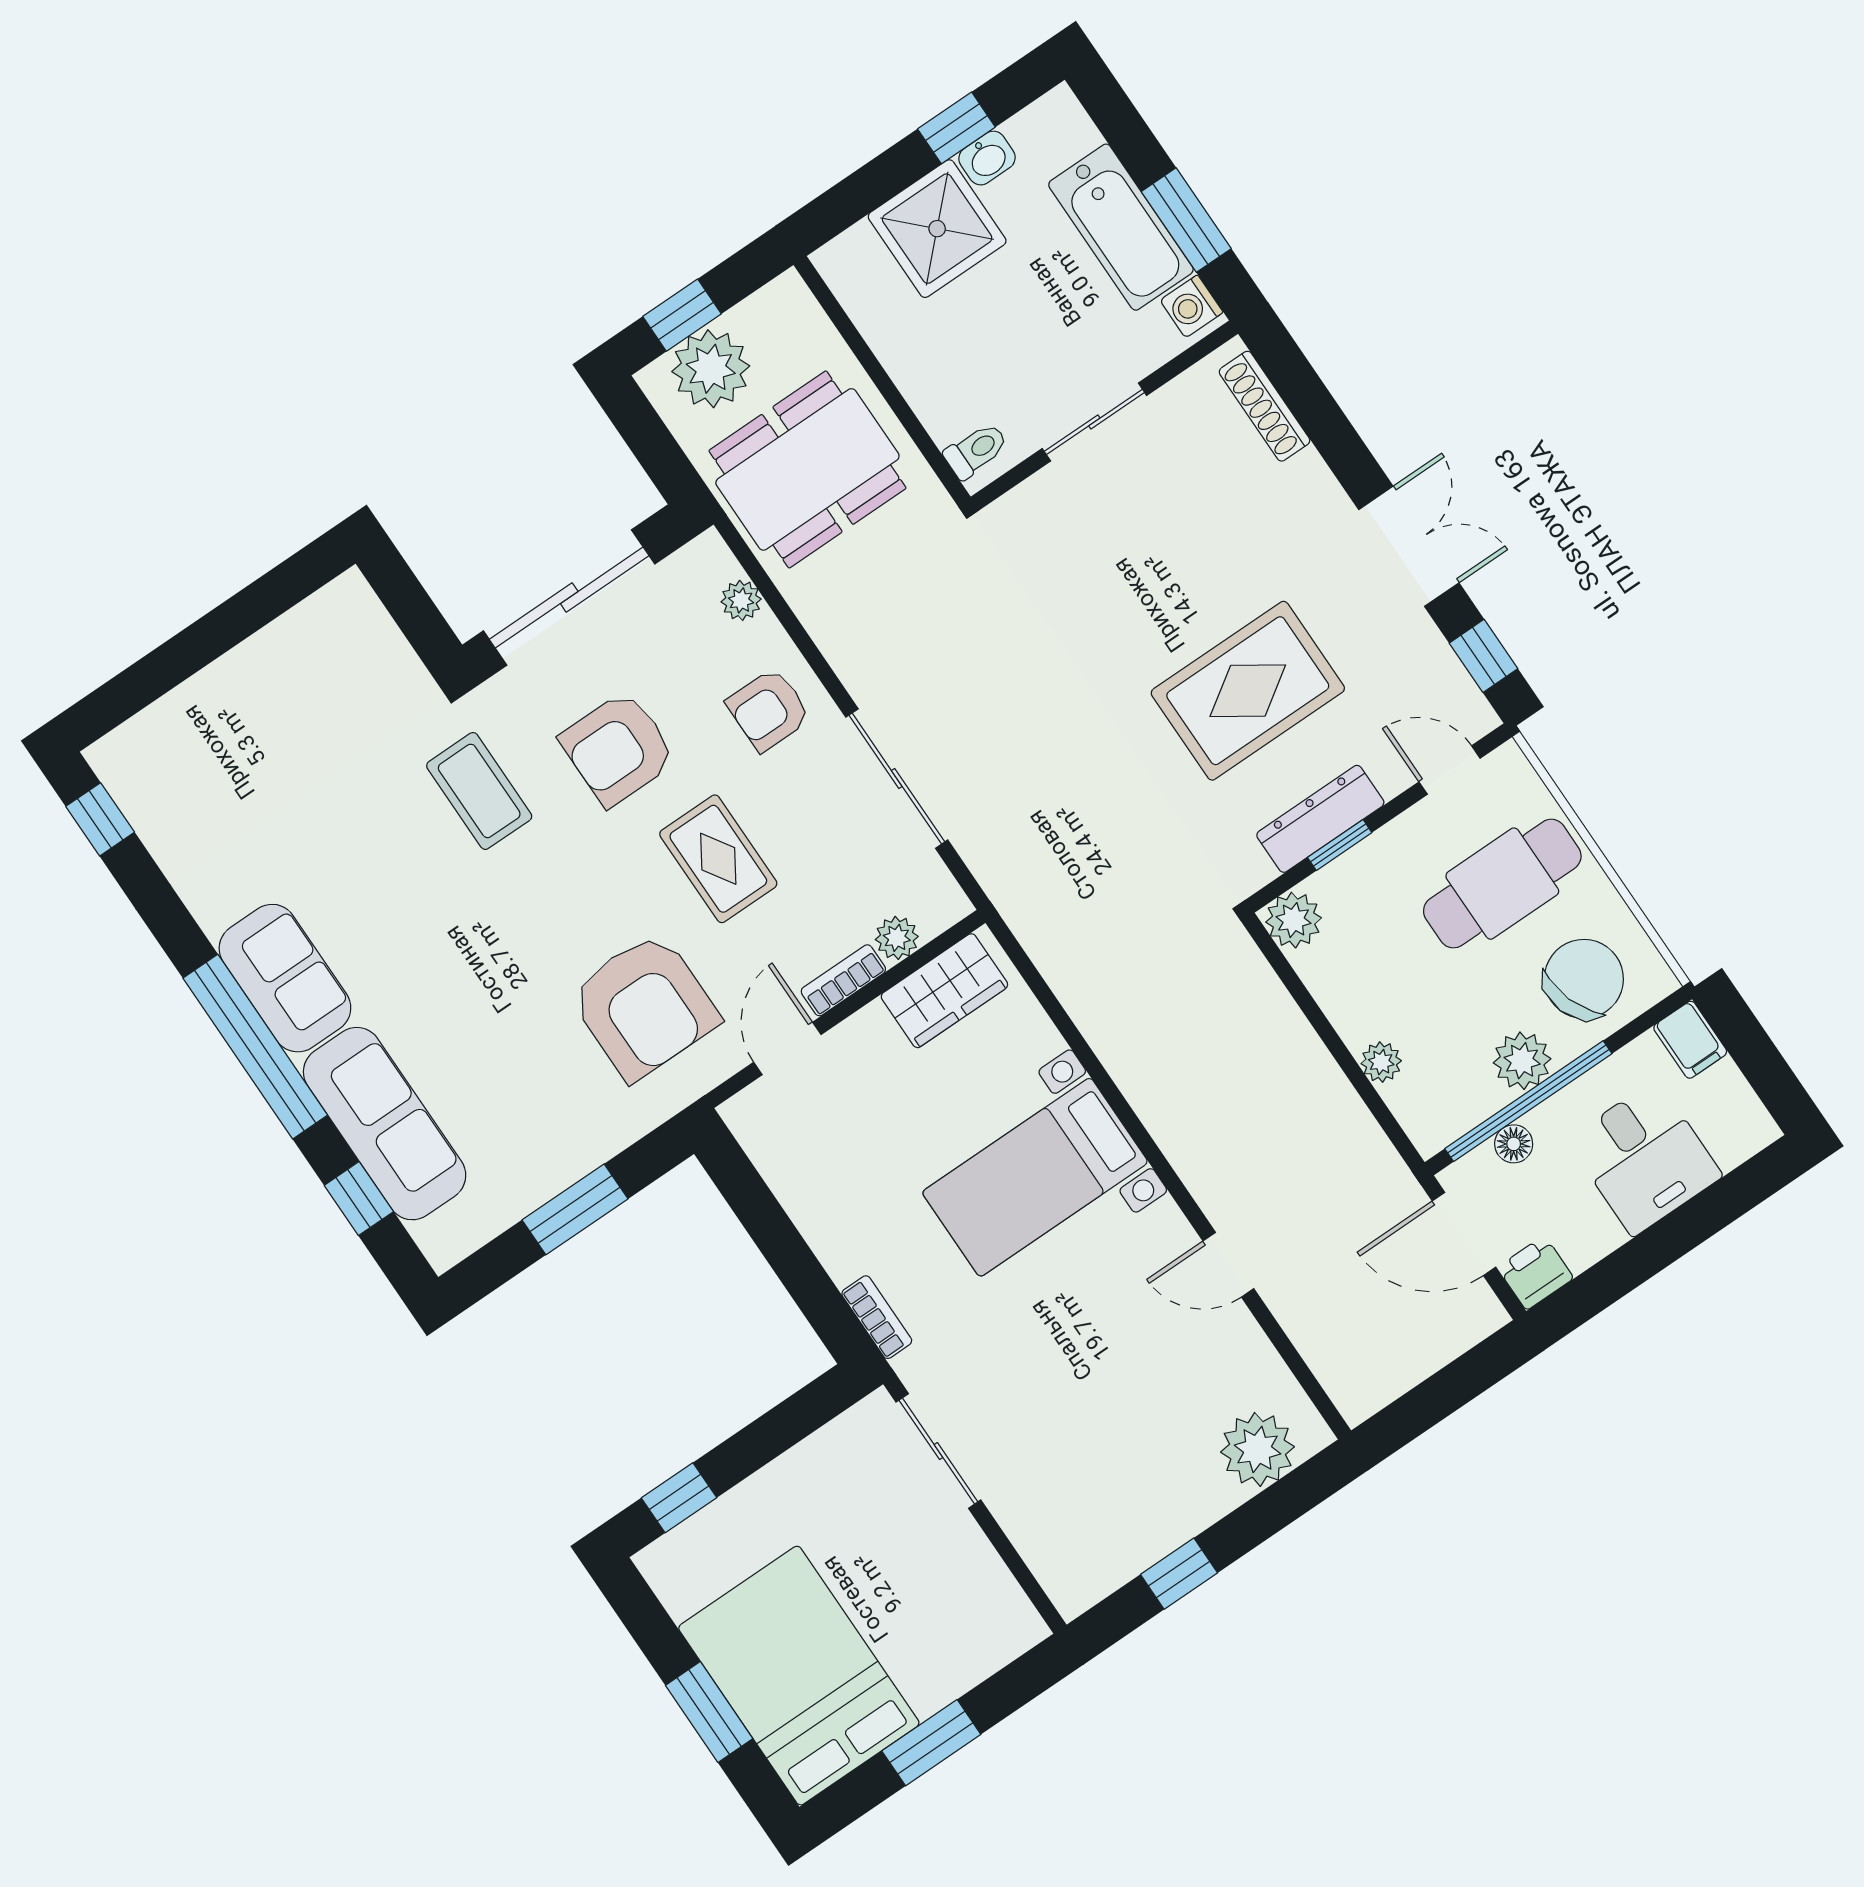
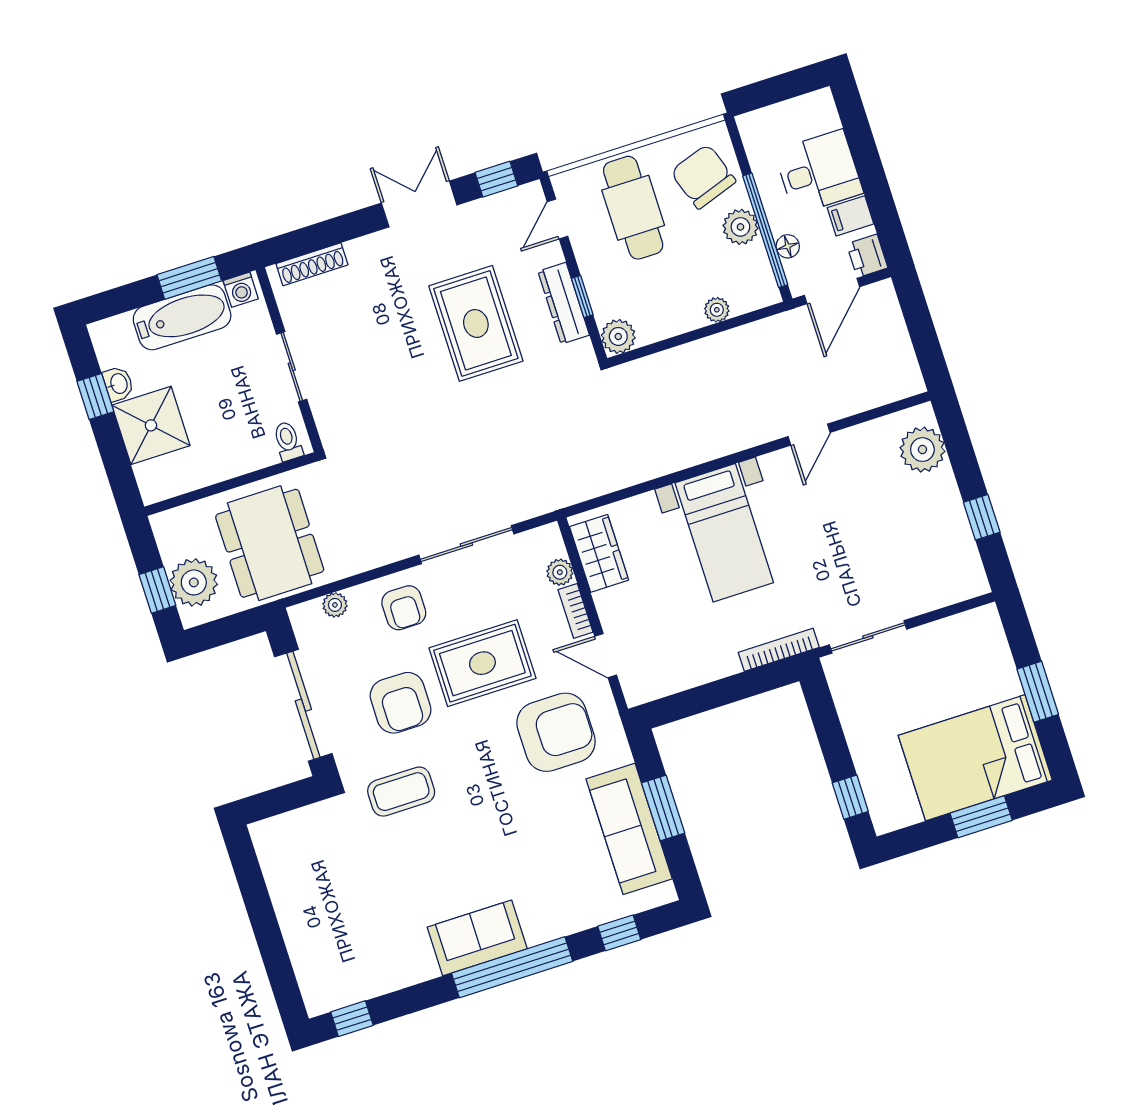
rug: (718, 859) -> (482, 663), width x1.36, depth x1.43
filing cabinet: (1690, 1040) -> (850, 216), moved, turned 180
sofa: (385, 1124) -> (629, 829), moved, turned -90
bookcase: (877, 1317) -> (779, 650), width x1.56

